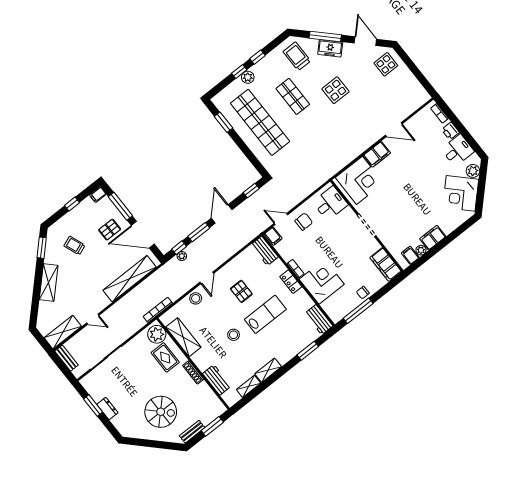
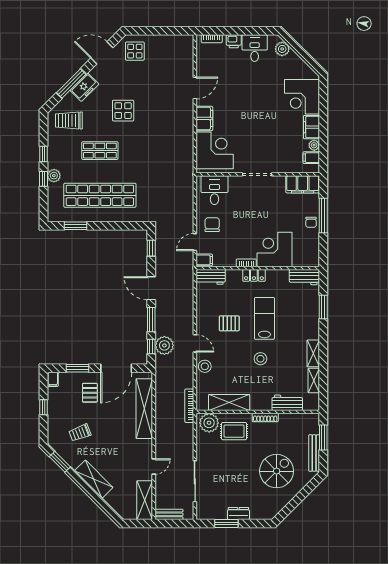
corner desk: (461, 193) -> (302, 97), moved, turned 45
window: (120, 206) -> (77, 368), width x0.69
plant: (182, 256) -> (164, 345), width x1.88, depth x1.88
window: (358, 311) -> (323, 216), moved
bench: (192, 432) -> (314, 453), width x1.36

